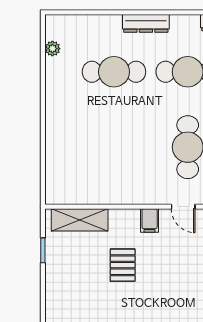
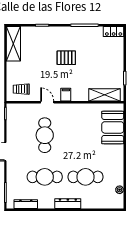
booth: (65, 161) -> (113, 127), added
pallet: (123, 265) -> (66, 58), moved, turned 90

